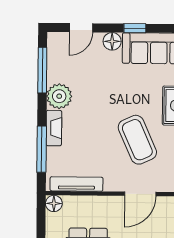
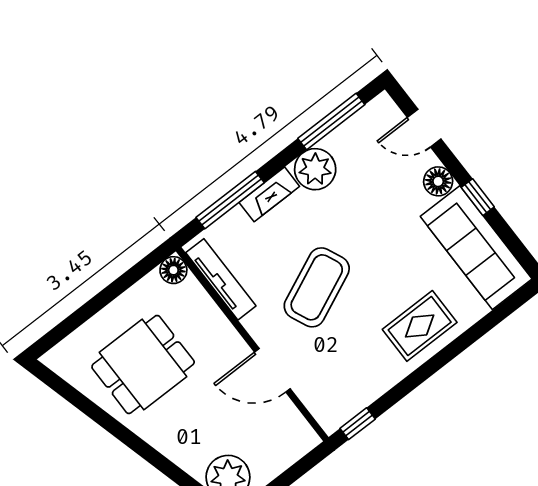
coffee table: (137, 140) -> (317, 287), moved

